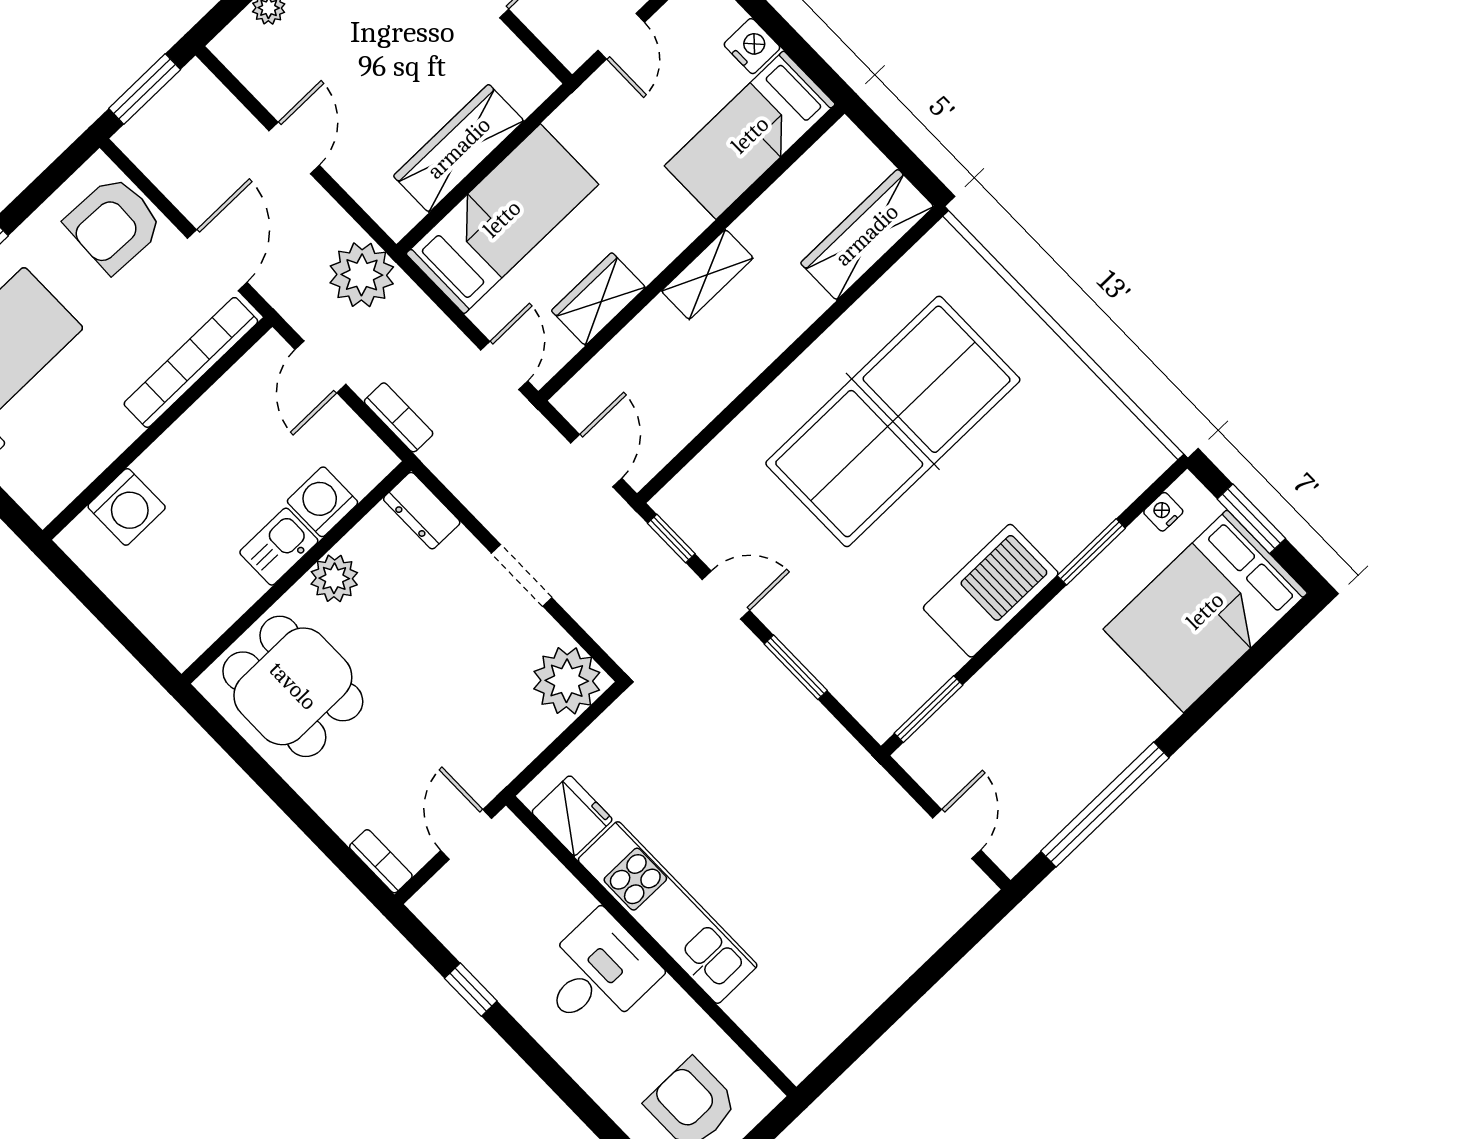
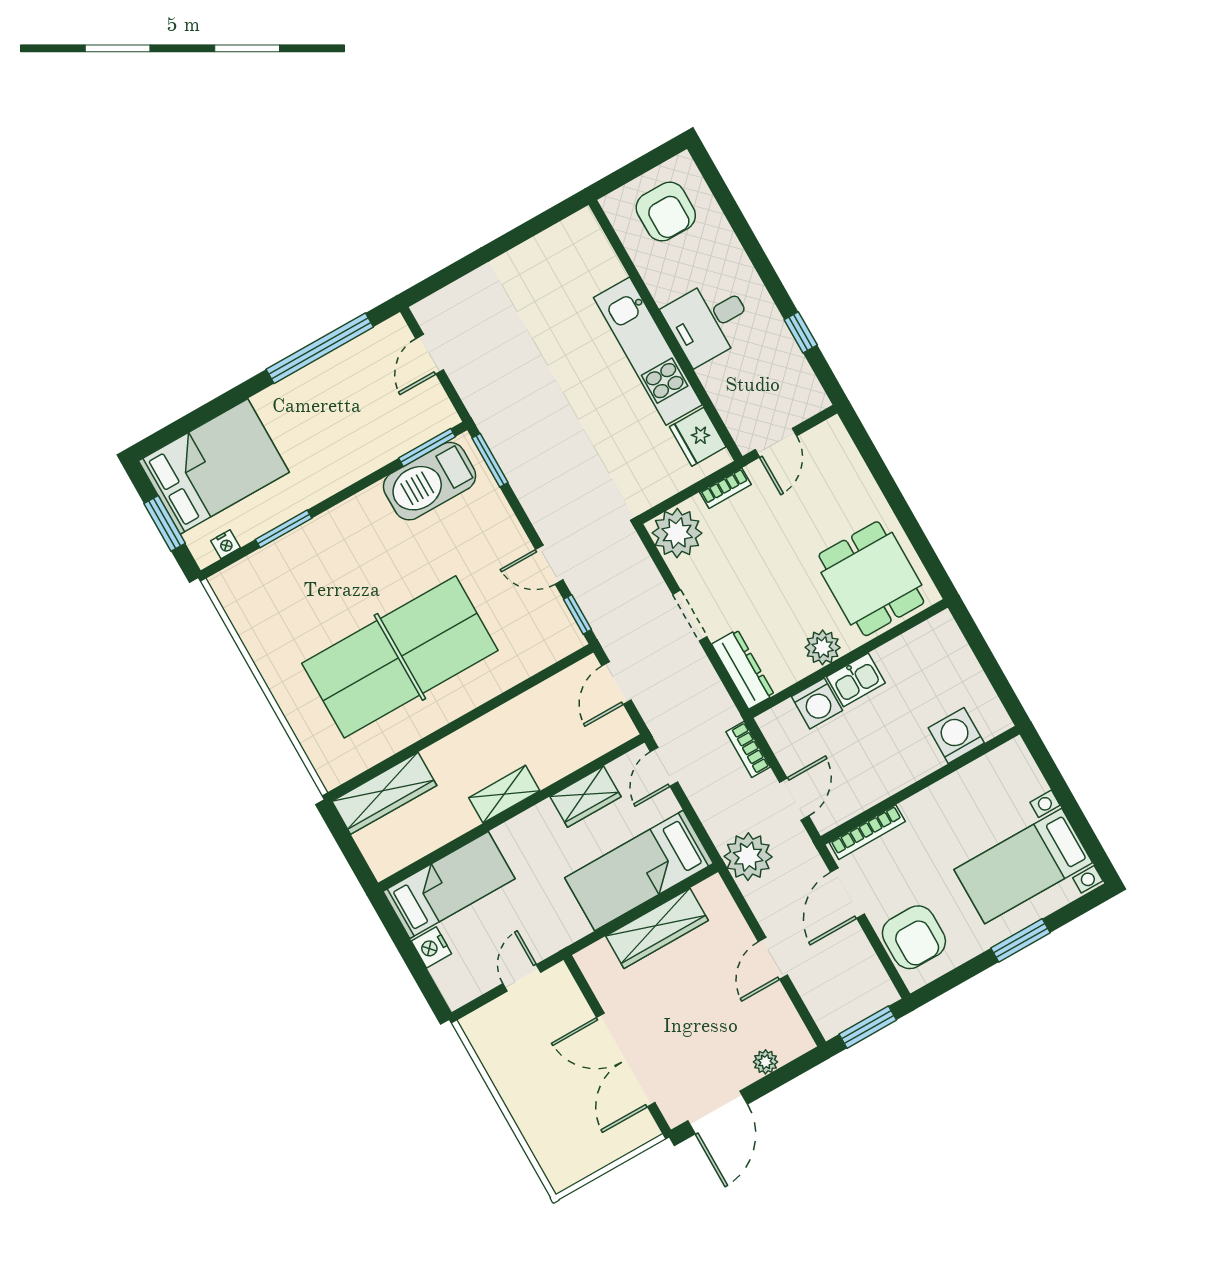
armchair: (114, 224) -> (914, 937), turned 88
bookcase: (191, 362) -> (867, 832), width x0.68, depth x0.76
dresser: (422, 511) -> (743, 669), width x1.44
barbecue: (991, 591) -> (430, 481), moved
window: (796, 667) -> (490, 460), moved
bookcase: (381, 861) -> (725, 488), moved, turned -90

